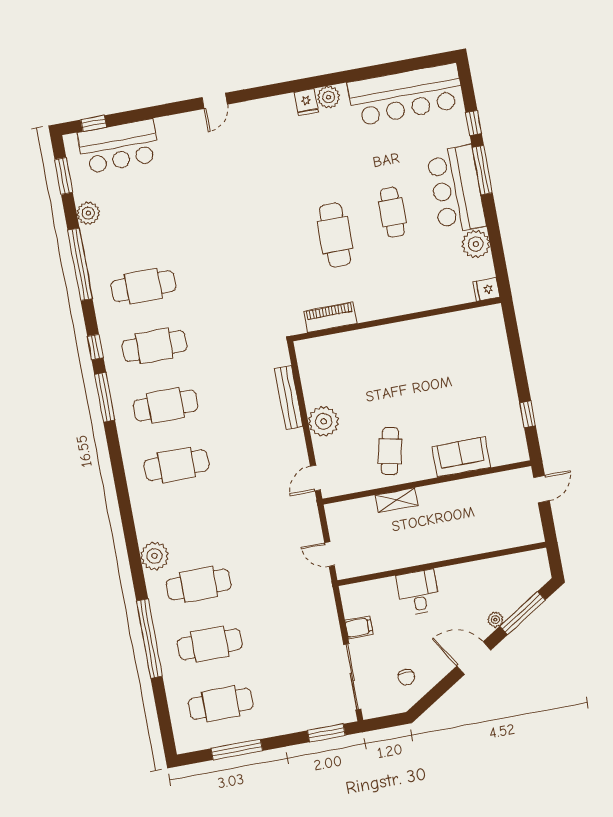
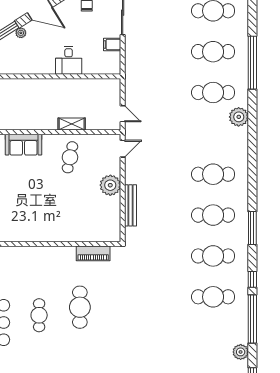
window: (95, 347) -> (252, 279), moved
door: (330, 554) -> (123, 114), moved

